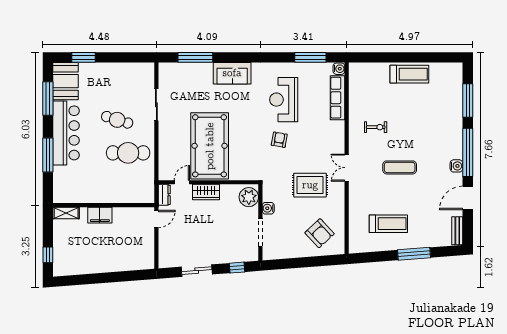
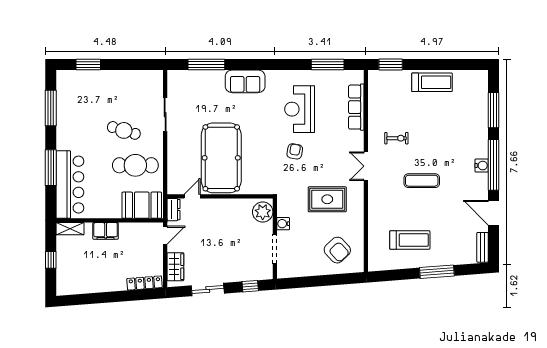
window: (370, 57) -> (391, 65), added
water cooler: (339, 69) -> (358, 77), removed
booth: (65, 81) -> (142, 205), moved, turned 90
bar counter: (66, 133) -> (70, 185), moved
water cooler: (456, 166) -> (482, 166), moved
double door: (347, 168) -> (366, 166), moved
wardrobe: (206, 192) -> (175, 267), moved, turned -90
door: (468, 198) -> (494, 213), hinge flipped
window: (48, 255) -> (51, 260), moved
locker: (137, 264) -> (145, 283), added

